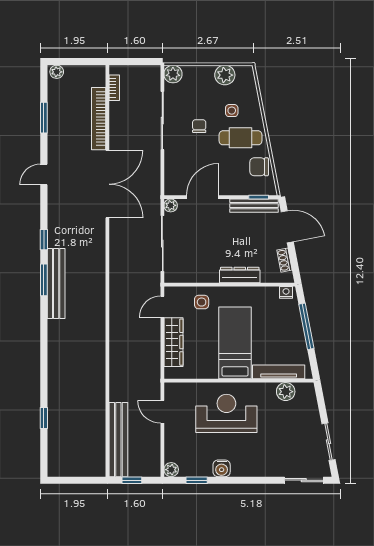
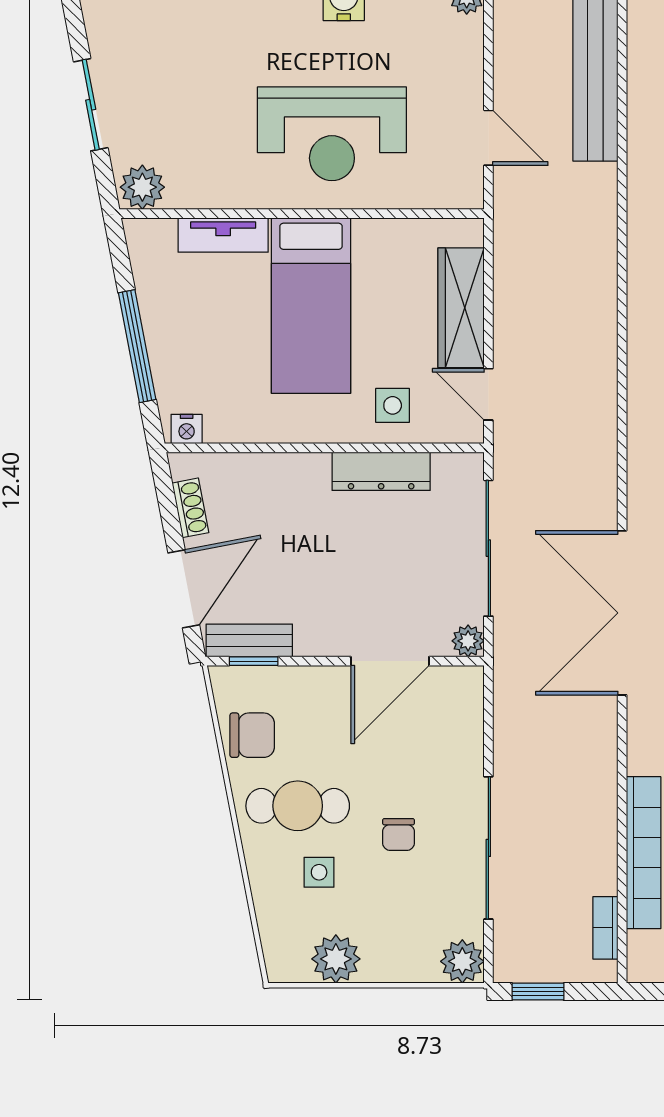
window: (142, 62) -> (538, 992), added
double door: (107, 184) -> (622, 613), moved
bench: (254, 206) -> (249, 641), width x0.73
door: (287, 227) -> (184, 589), swing flipped
dresser: (240, 275) -> (381, 471), moved
door: (162, 307) -> (488, 394), swing flipped
tv unit: (279, 372) -> (223, 235), width x0.71
plant: (286, 392) -> (142, 187), moved
sliding door: (329, 442) -> (91, 105), moved

